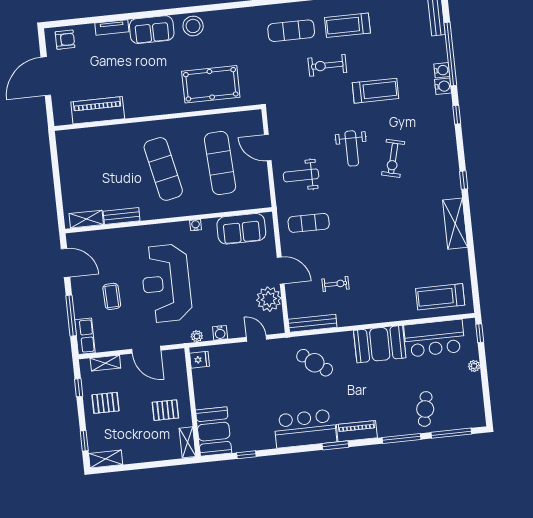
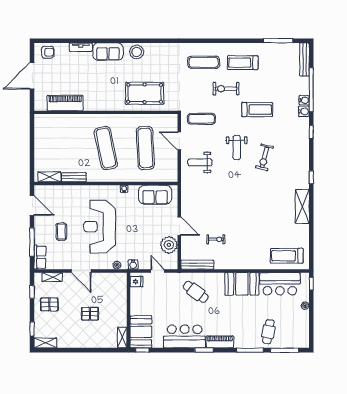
exercise mat: (309, 223) -> (201, 119), moved
fridge: (200, 360) -> (136, 282), moved
wall: (192, 402) -> (128, 310), moved
booth: (214, 432) -> (141, 332), moved
shelving: (187, 442) -> (122, 337), moved

